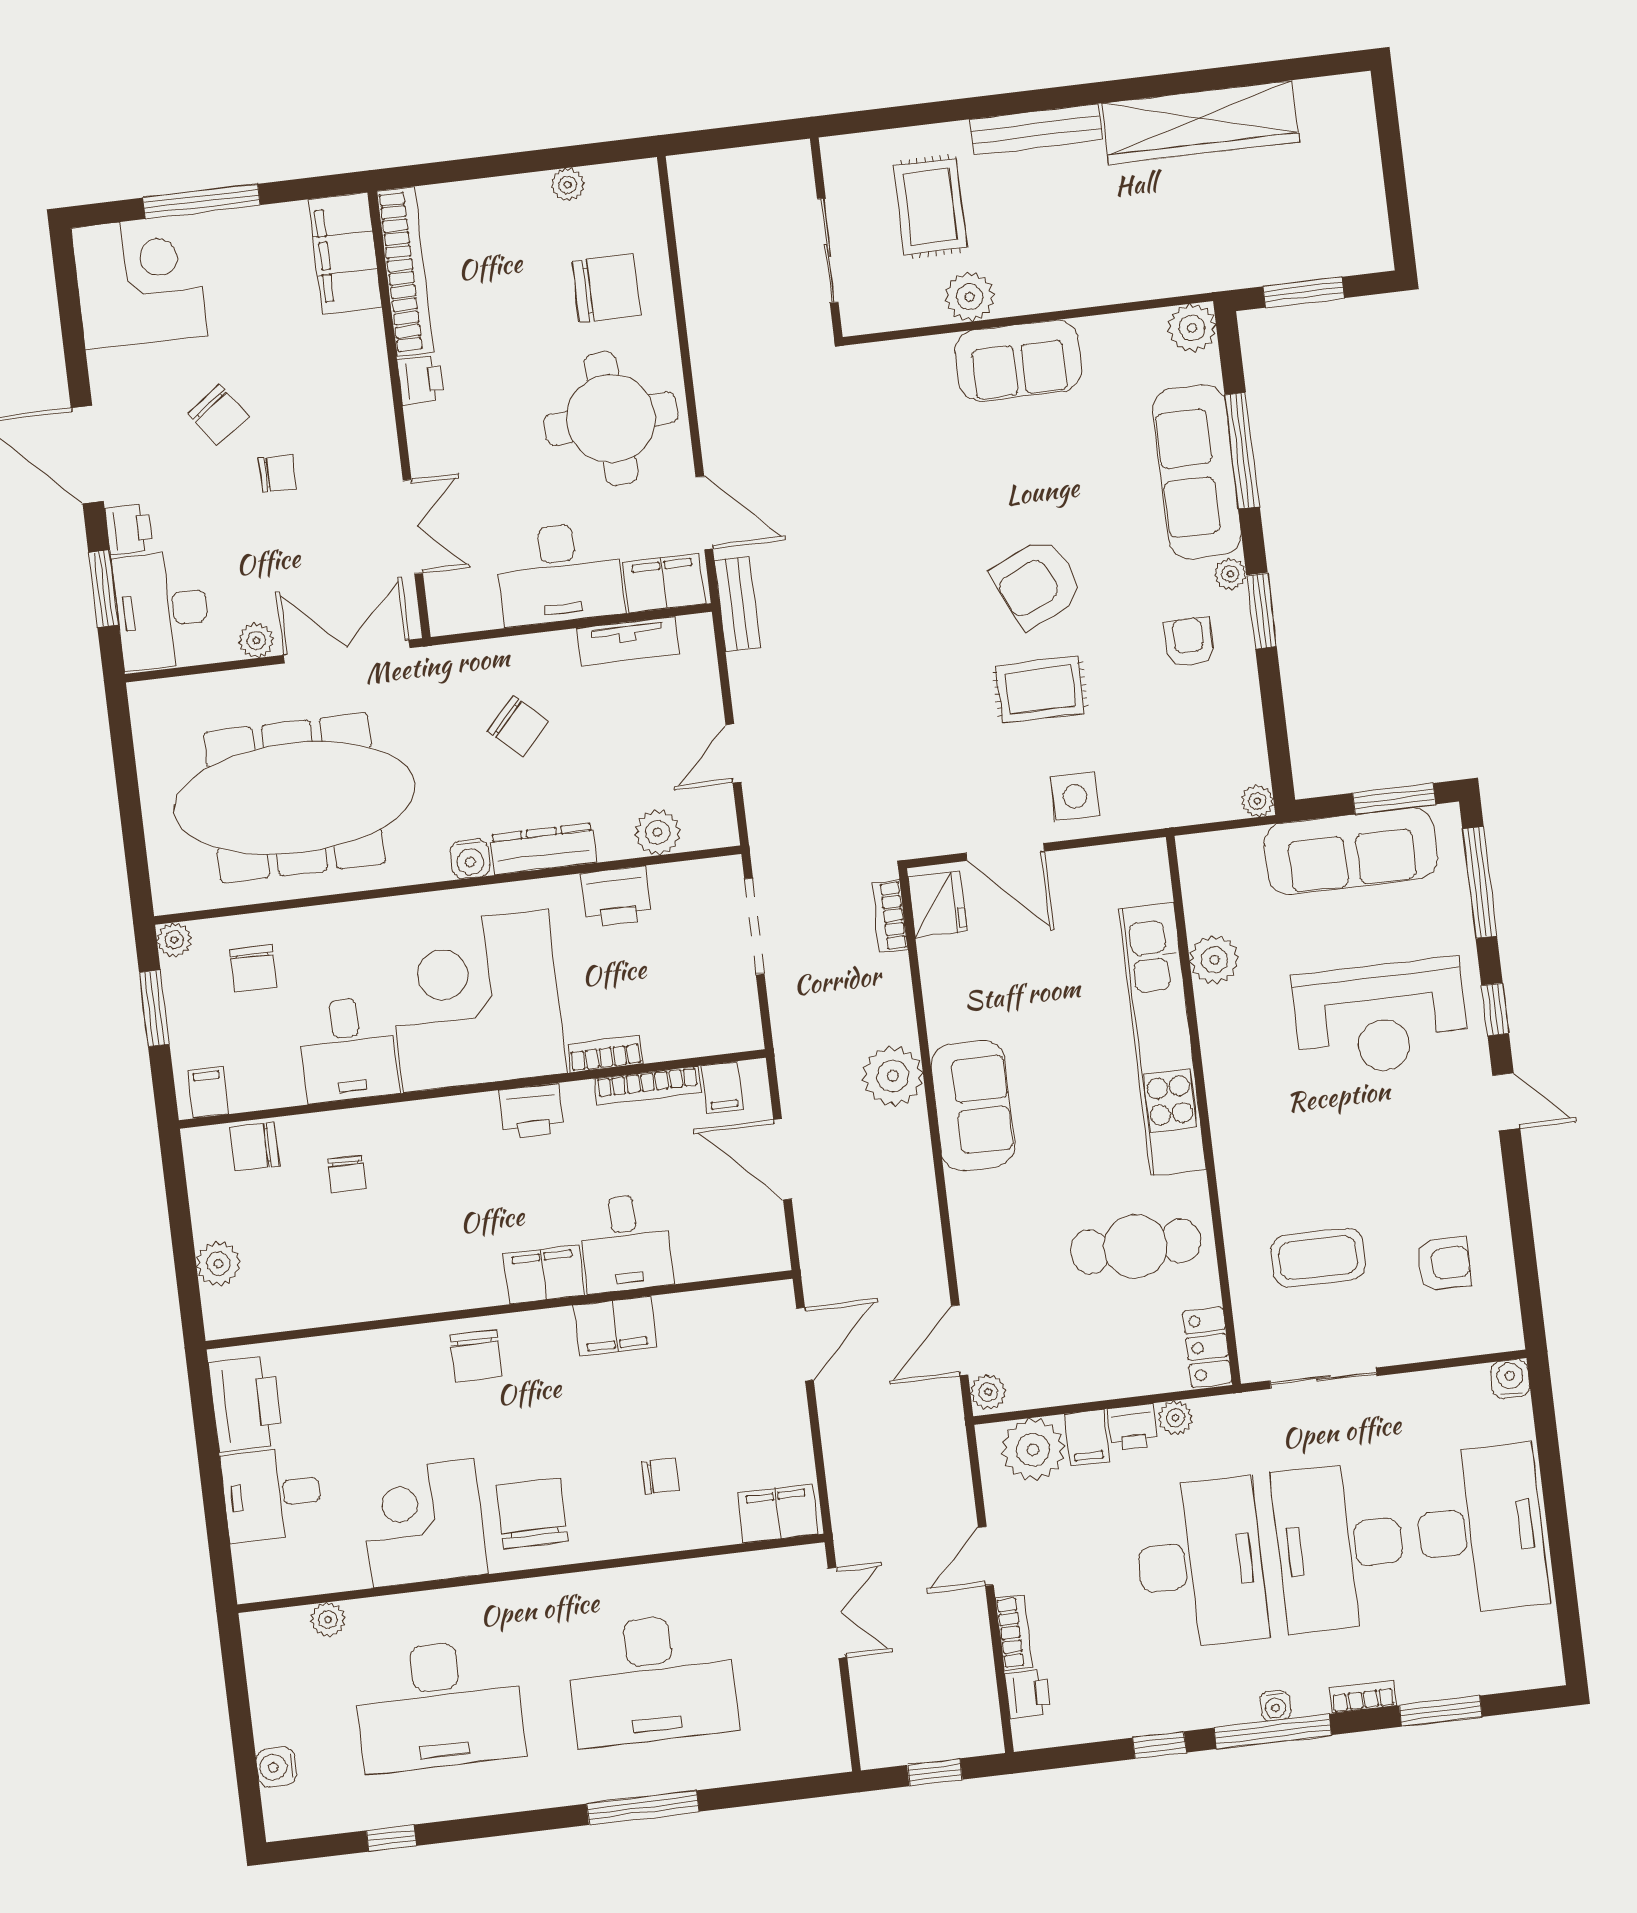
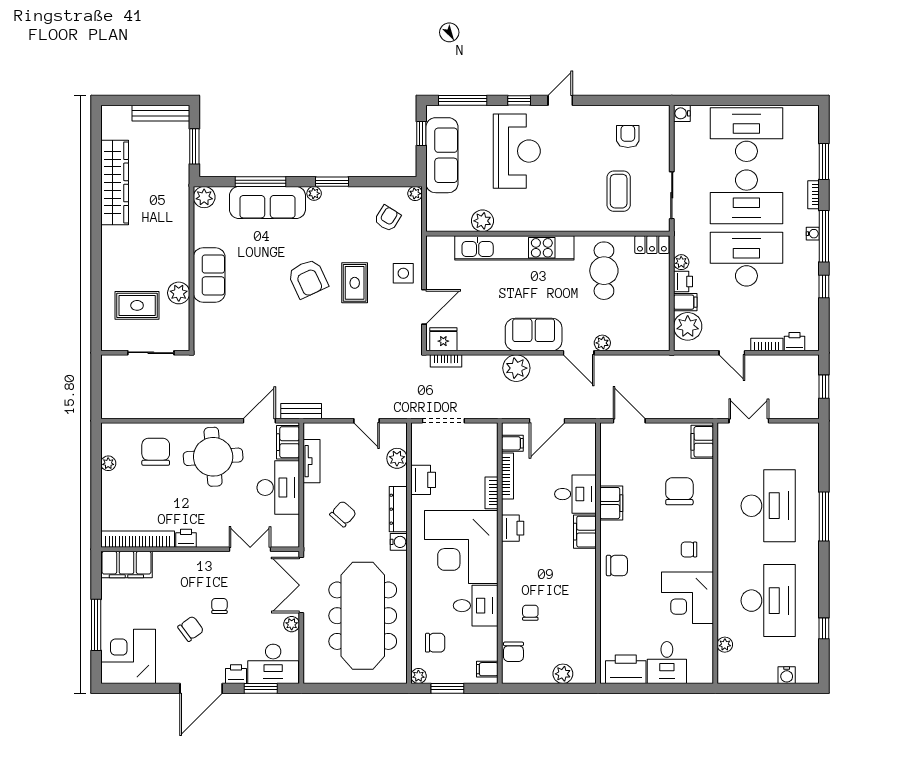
bench: (1036, 130) -> (161, 113), moved, turned 90
armchair: (1189, 642) -> (388, 218), moved, turned 122
window: (1394, 799) -> (421, 133), width x0.67
chair: (347, 1174) -> (530, 613), turned -90
door: (960, 1340) -> (579, 353), moved
plant: (988, 1392) -> (602, 343), moved
chair: (660, 1476) -> (679, 491), width x1.87, depth x1.87
chair: (532, 1513) -> (689, 549), width x0.54, depth x0.54

